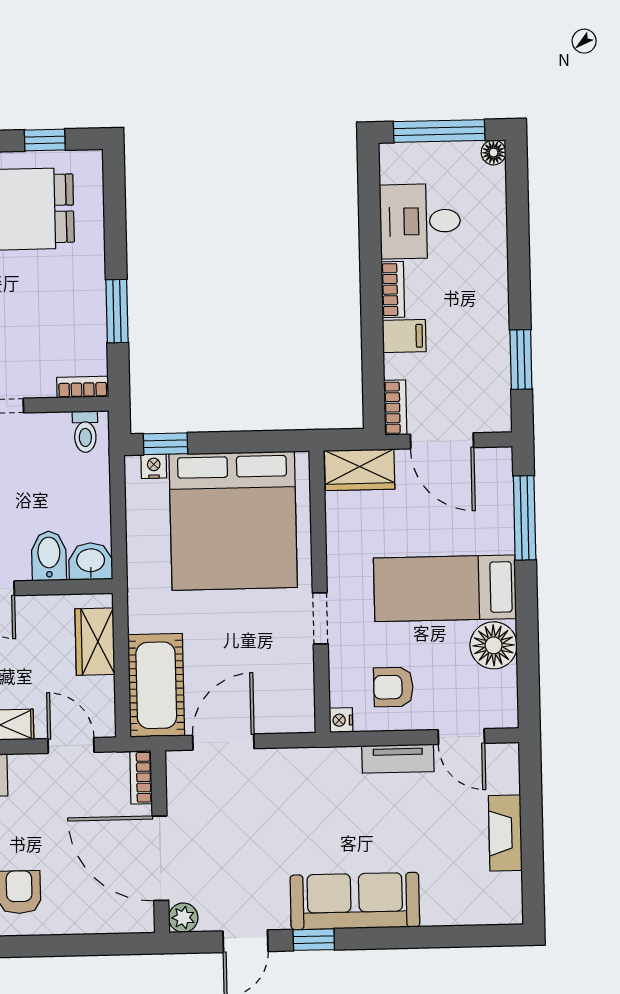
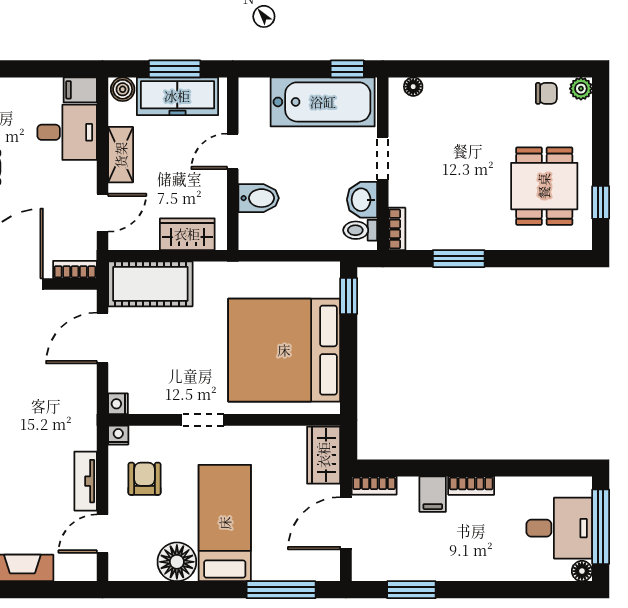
desk: (420, 221) -> (559, 528), moved, turned 90
nightstand: (154, 466) -> (118, 404), moved, turned 180
washbasin: (91, 561) -> (362, 200), moved, turned 180
door: (223, 742) -> (102, 338), swing flipped

